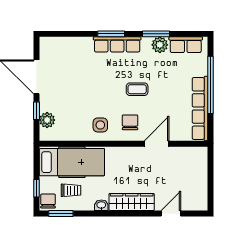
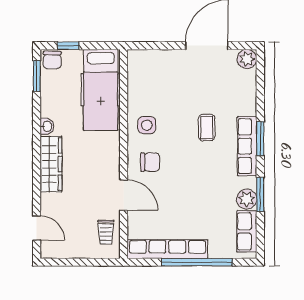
coffee table: (137, 89) -> (207, 127), moved
window: (36, 111) -> (165, 46), removed
plant: (47, 120) -> (247, 59), moved
trolley: (71, 190) -> (106, 232), moved
chair: (48, 201) -> (52, 60), turned 90
door: (171, 214) -> (37, 228), moved

